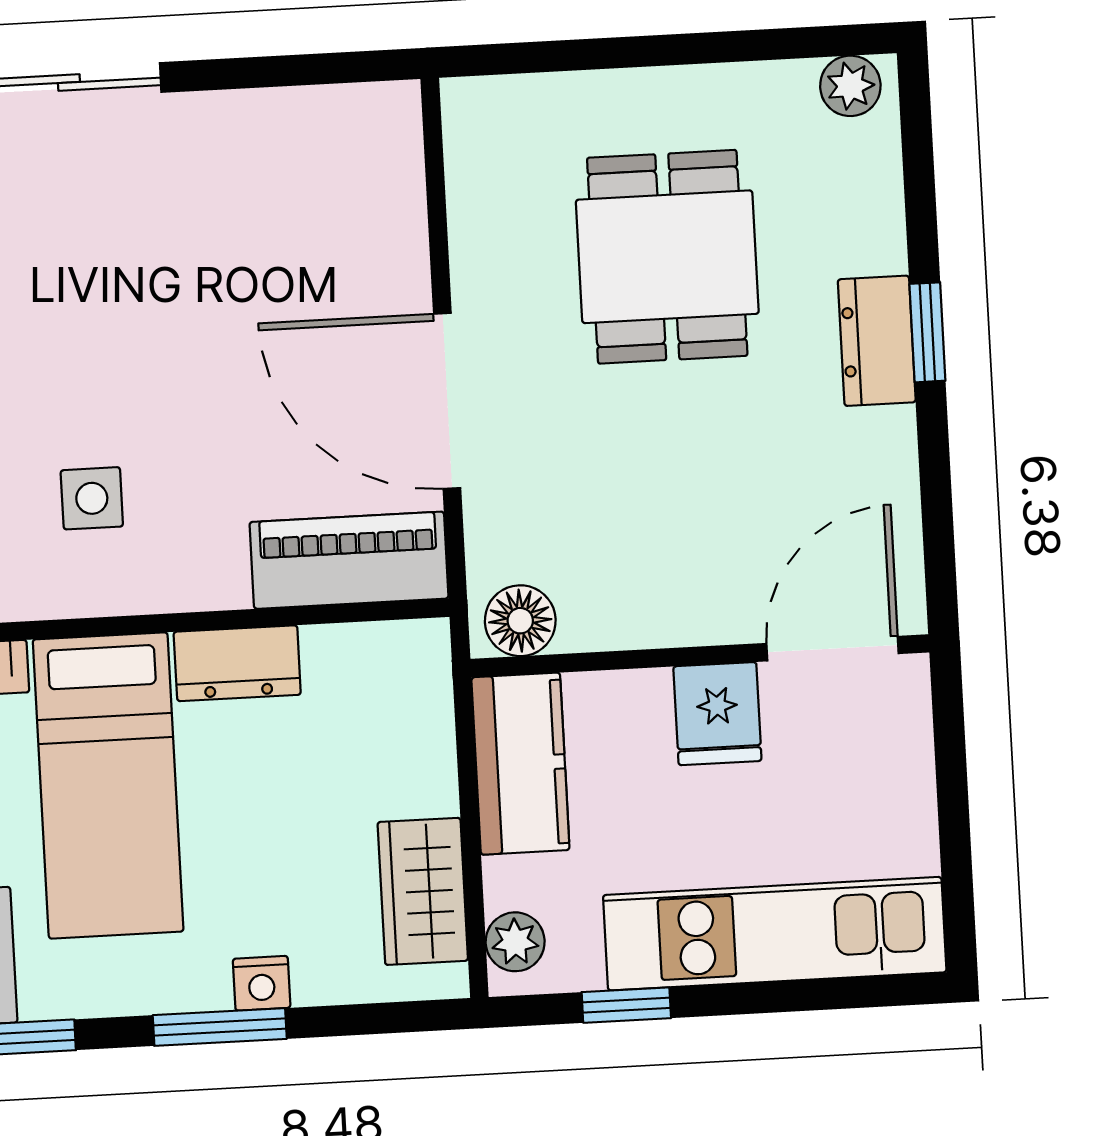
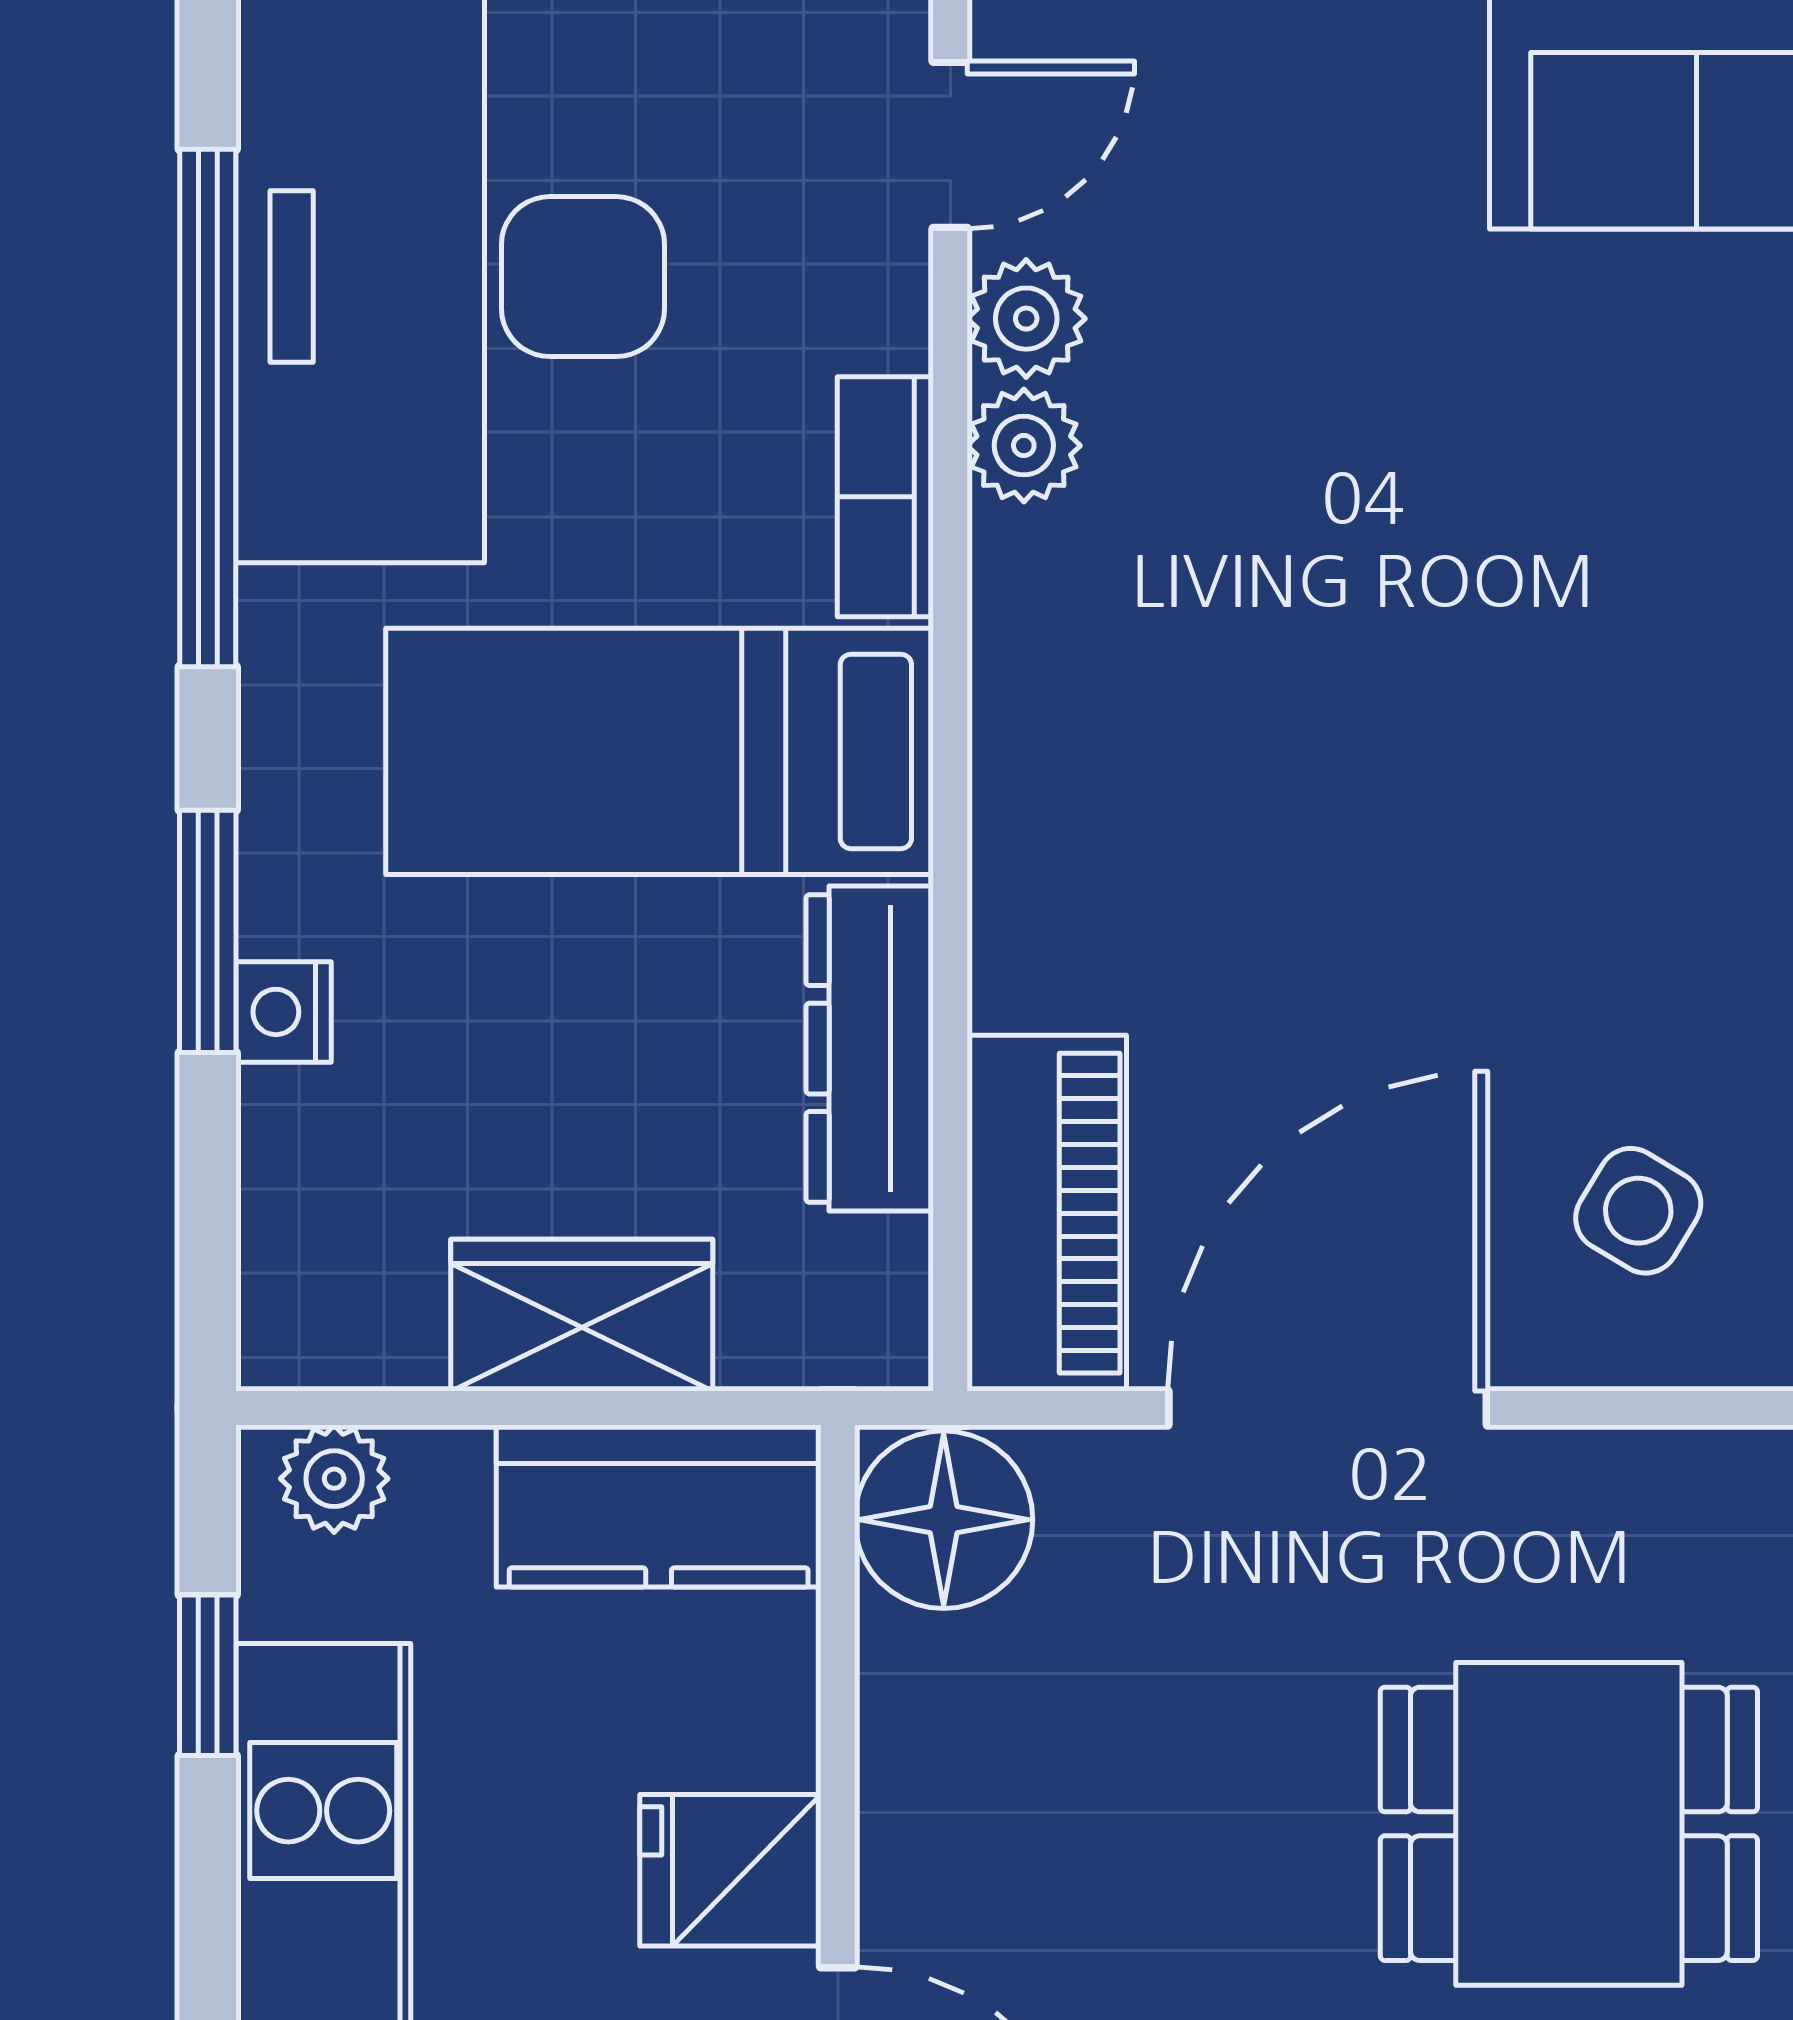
side table: (92, 498) -> (1638, 1211), moved, turned 31
floor lamp: (520, 621) -> (944, 1520), width x1.38, depth x1.38
dresser: (237, 663) -> (870, 1049), width x1.44
wardrobe: (423, 891) -> (582, 1315), moved

